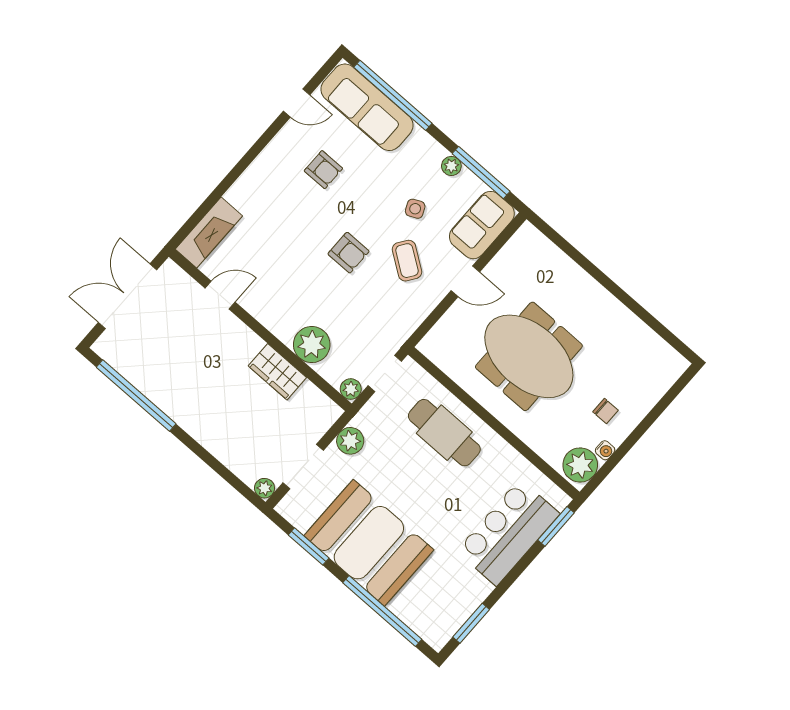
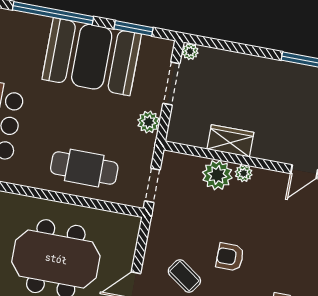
plant: (351, 389) -> (244, 173), moved

